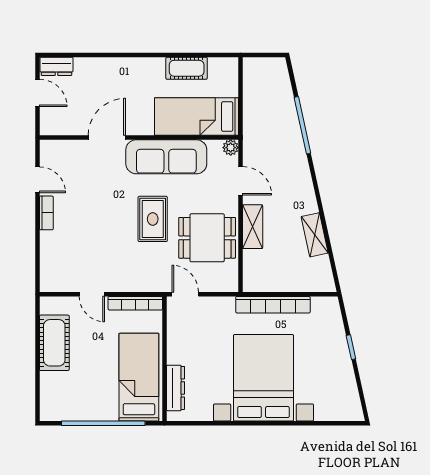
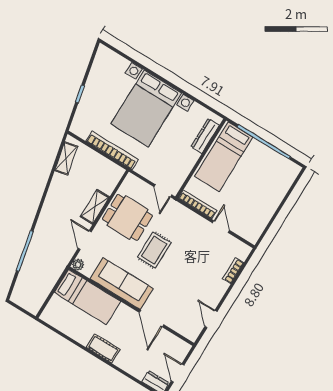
cot: (187, 68) -> (103, 348), moved
door: (107, 138) -> (151, 319), hinge flipped
bookcase: (46, 213) -> (233, 271), moved
shelving: (315, 235) -> (66, 158), moved
cot: (54, 343) -> (263, 211), removed

